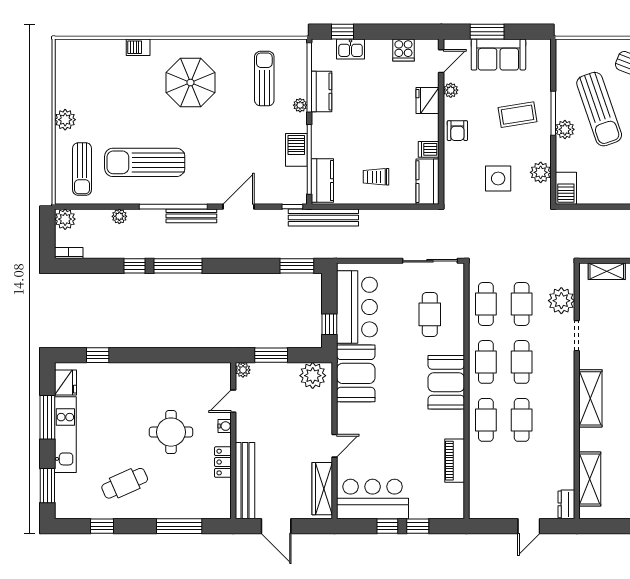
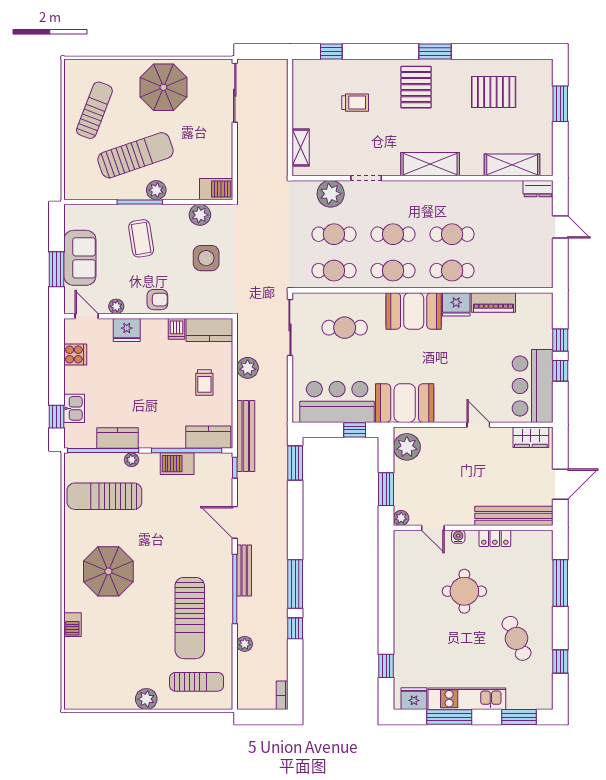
sun lounger: (264, 79) -> (104, 496), width x1.36, depth x1.34
plant: (65, 219) -> (248, 368), moved
fridge: (453, 424) -> (456, 304), added
wardrobe: (322, 489) -> (531, 437), width x0.67

